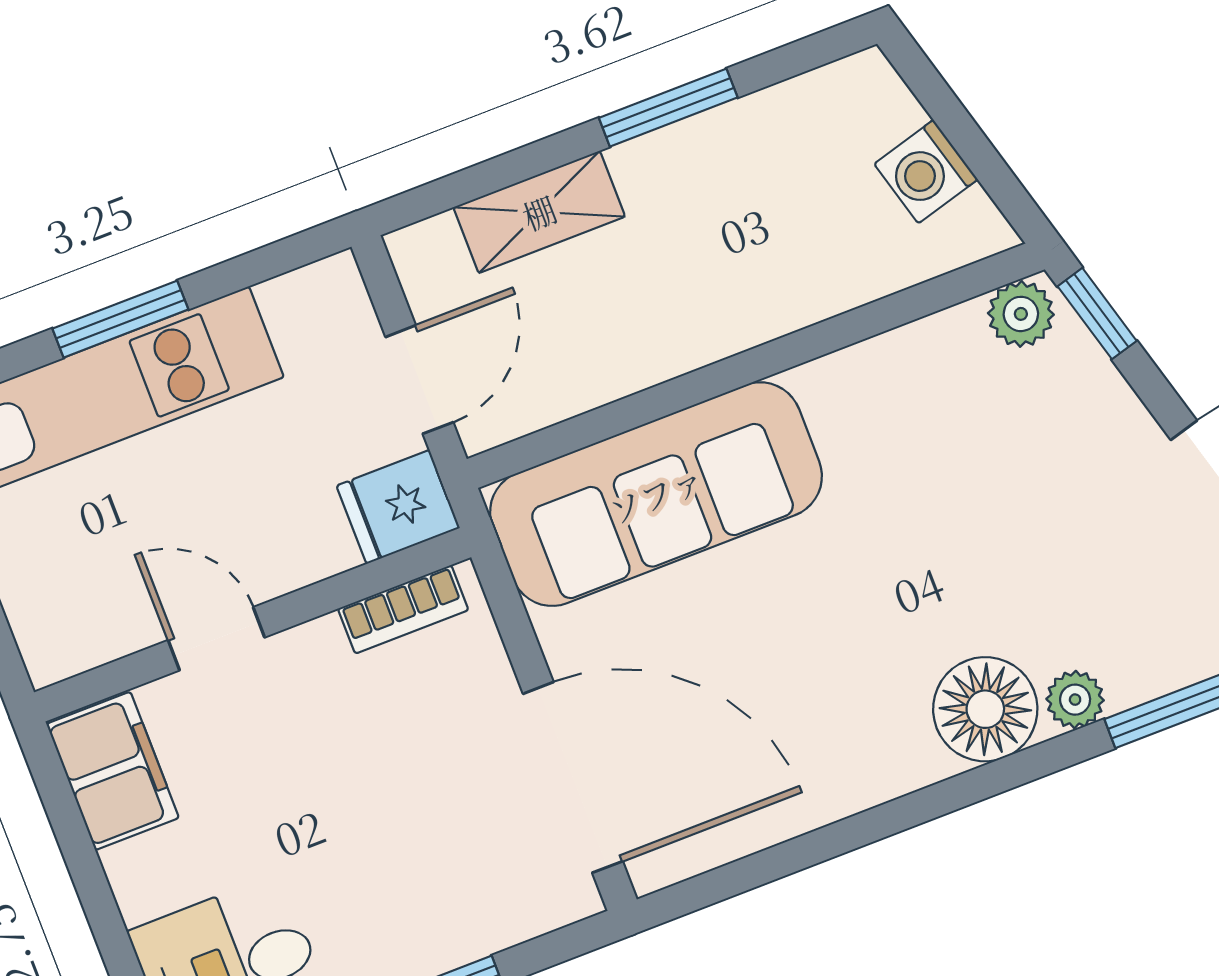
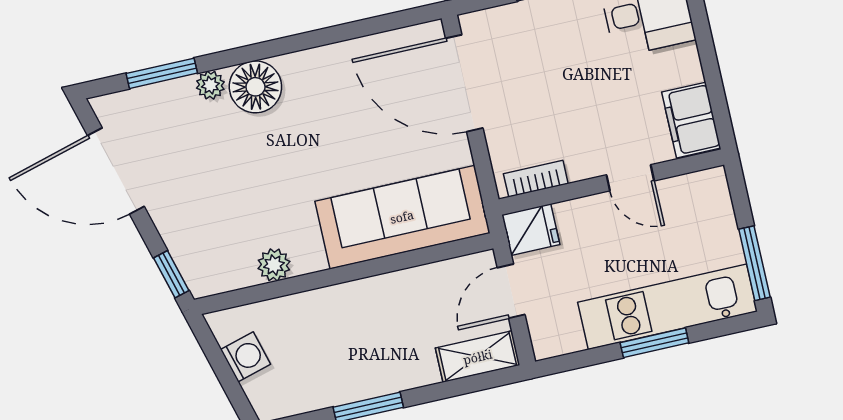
shelving: (539, 212) -> (478, 357), moved
plant: (1021, 314) -> (274, 265), moved

